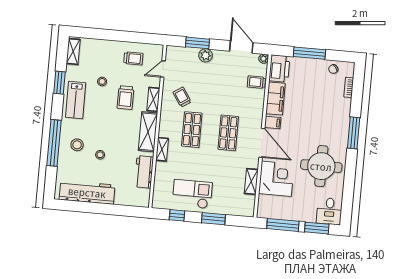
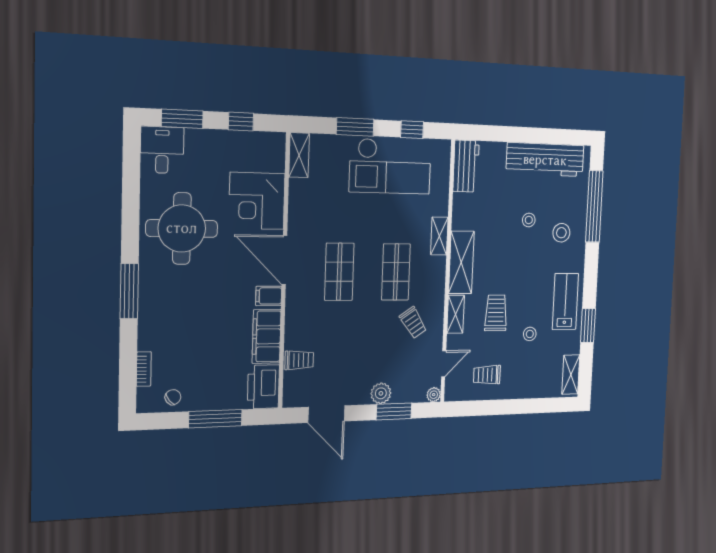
plant: (264, 59) -> (434, 395), moved
window: (54, 143) -> (594, 206), moved
workbench: (144, 172) -> (466, 166), moved
shelving: (251, 182) -> (299, 155), moved
checkout: (192, 194) -> (390, 166), width x1.36, depth x1.21
window: (283, 225) -> (241, 122), width x0.46

